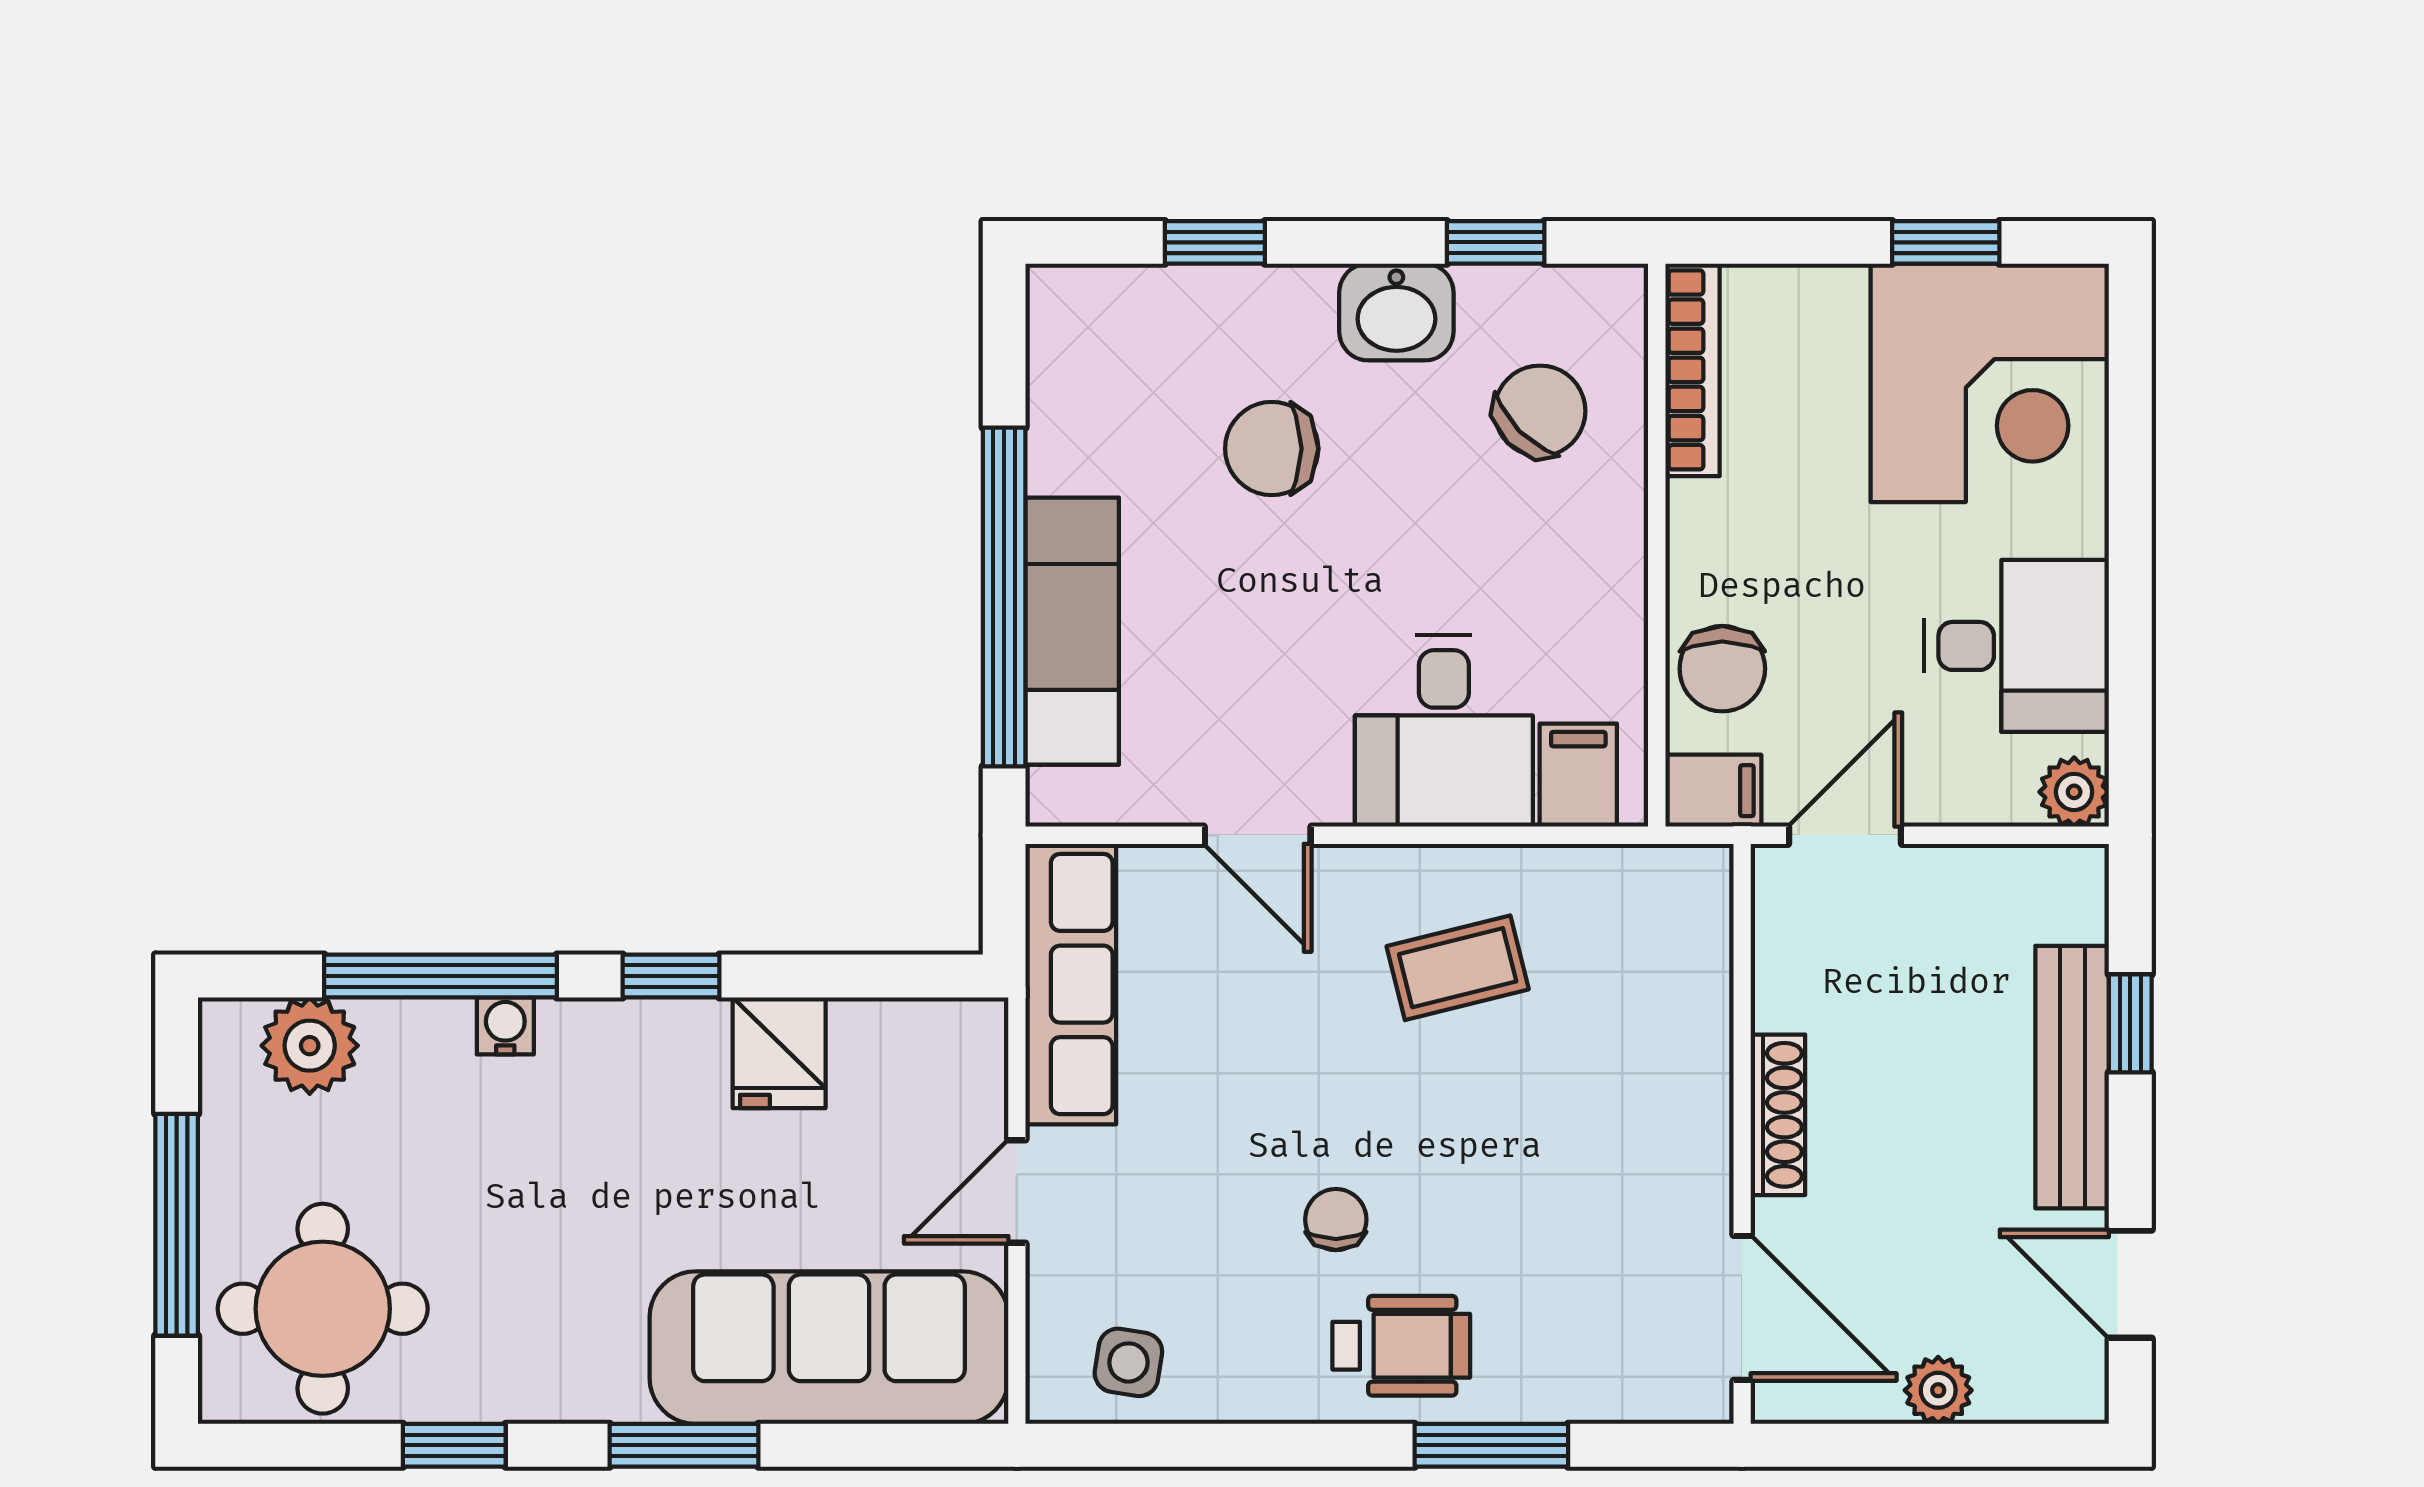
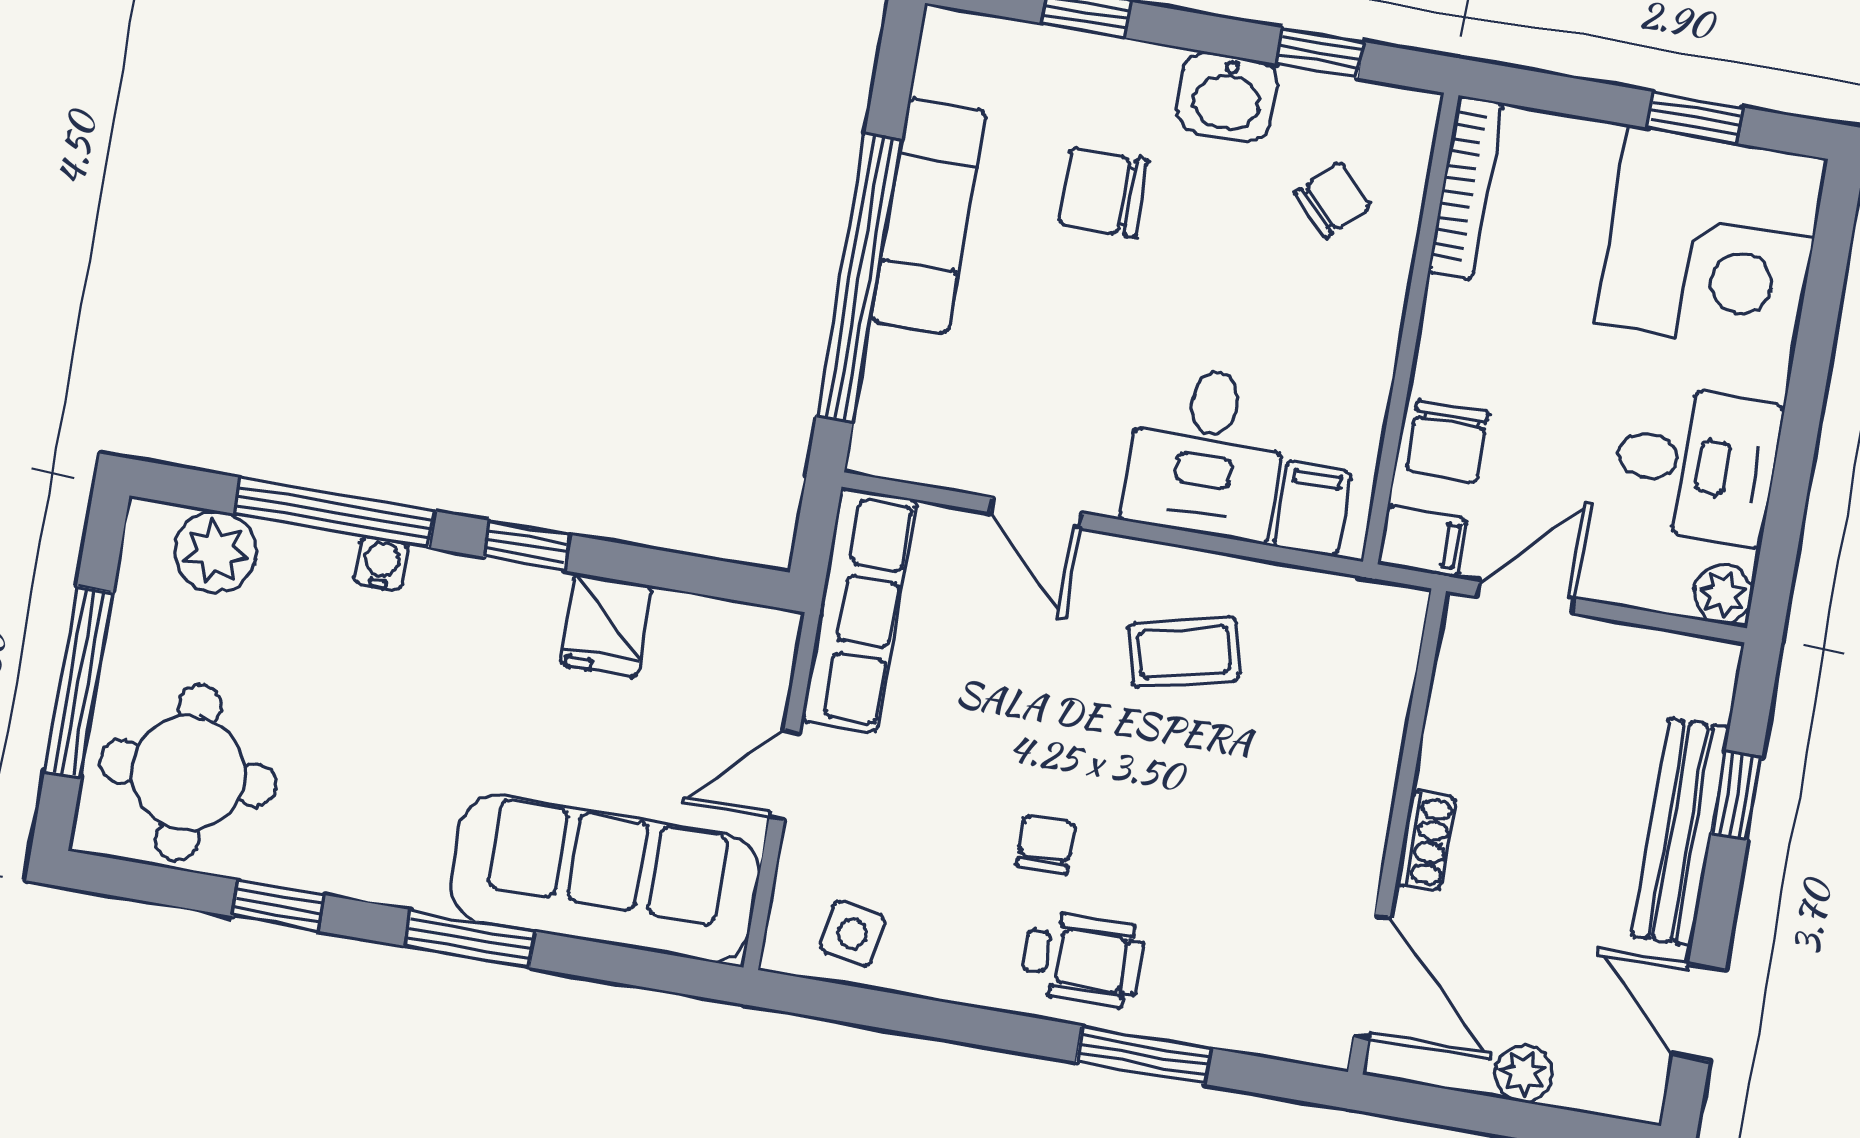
chair: (1540, 411) -> (1333, 200), width x0.73, depth x0.73
exam couch: (1072, 631) -> (928, 216), moved
shoe rack: (1778, 1115) -> (1426, 841), width x0.70

